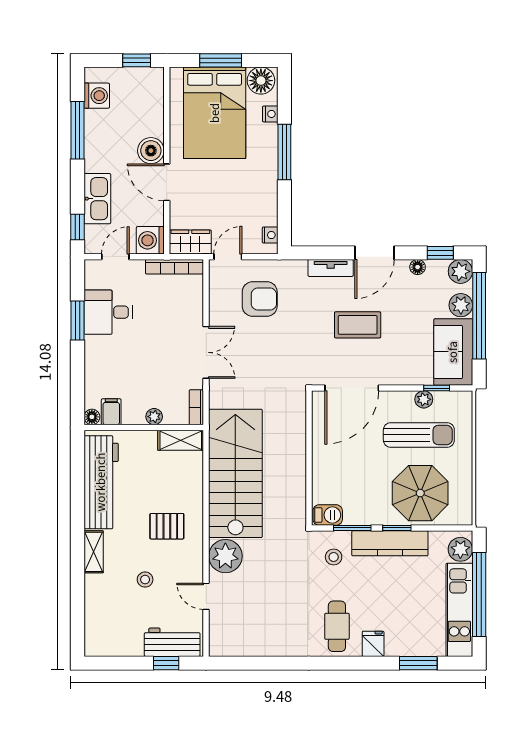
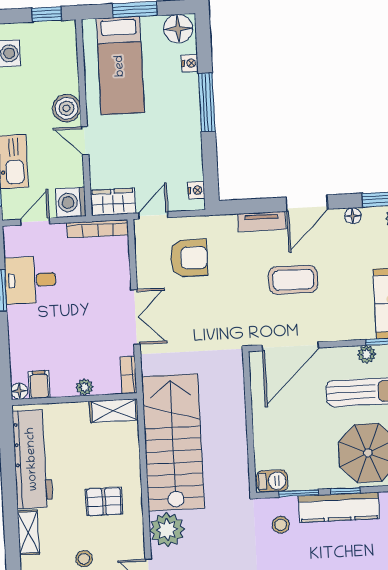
bed: (215, 113) -> (120, 66), width x0.67
door: (167, 182) -> (85, 141), width x0.73

